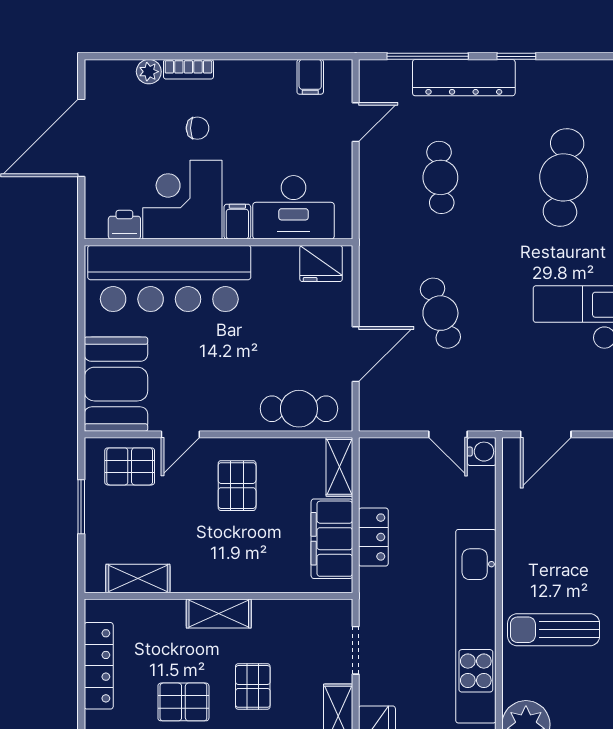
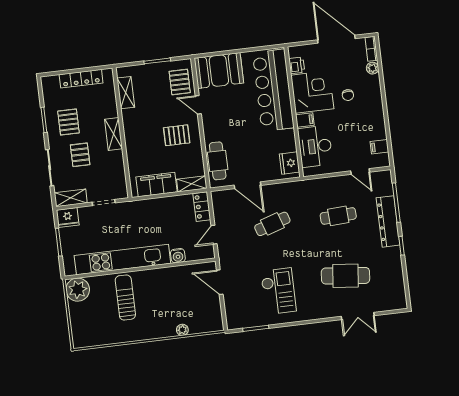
bookcase: (188, 69) -> (371, 49), moved
water cooler: (482, 452) -> (178, 256), moved
locker: (373, 537) -> (202, 207), moved, turned 90
pallet: (253, 686) -> (80, 155), turned 90

